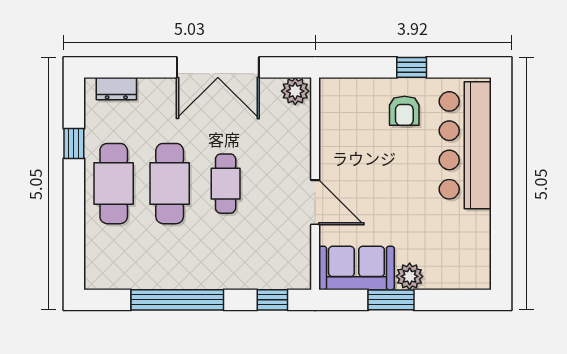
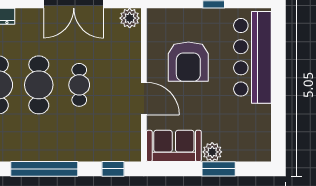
armchair: (404, 111) -> (188, 62), moved, width x1.88, depth x1.88
window: (391, 300) -> (219, 169), moved

